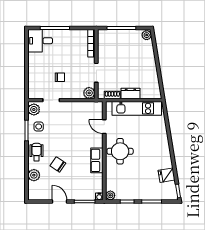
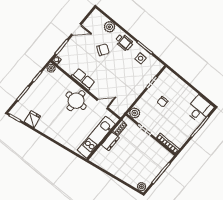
plant: (34, 109) -> (155, 65), removed

